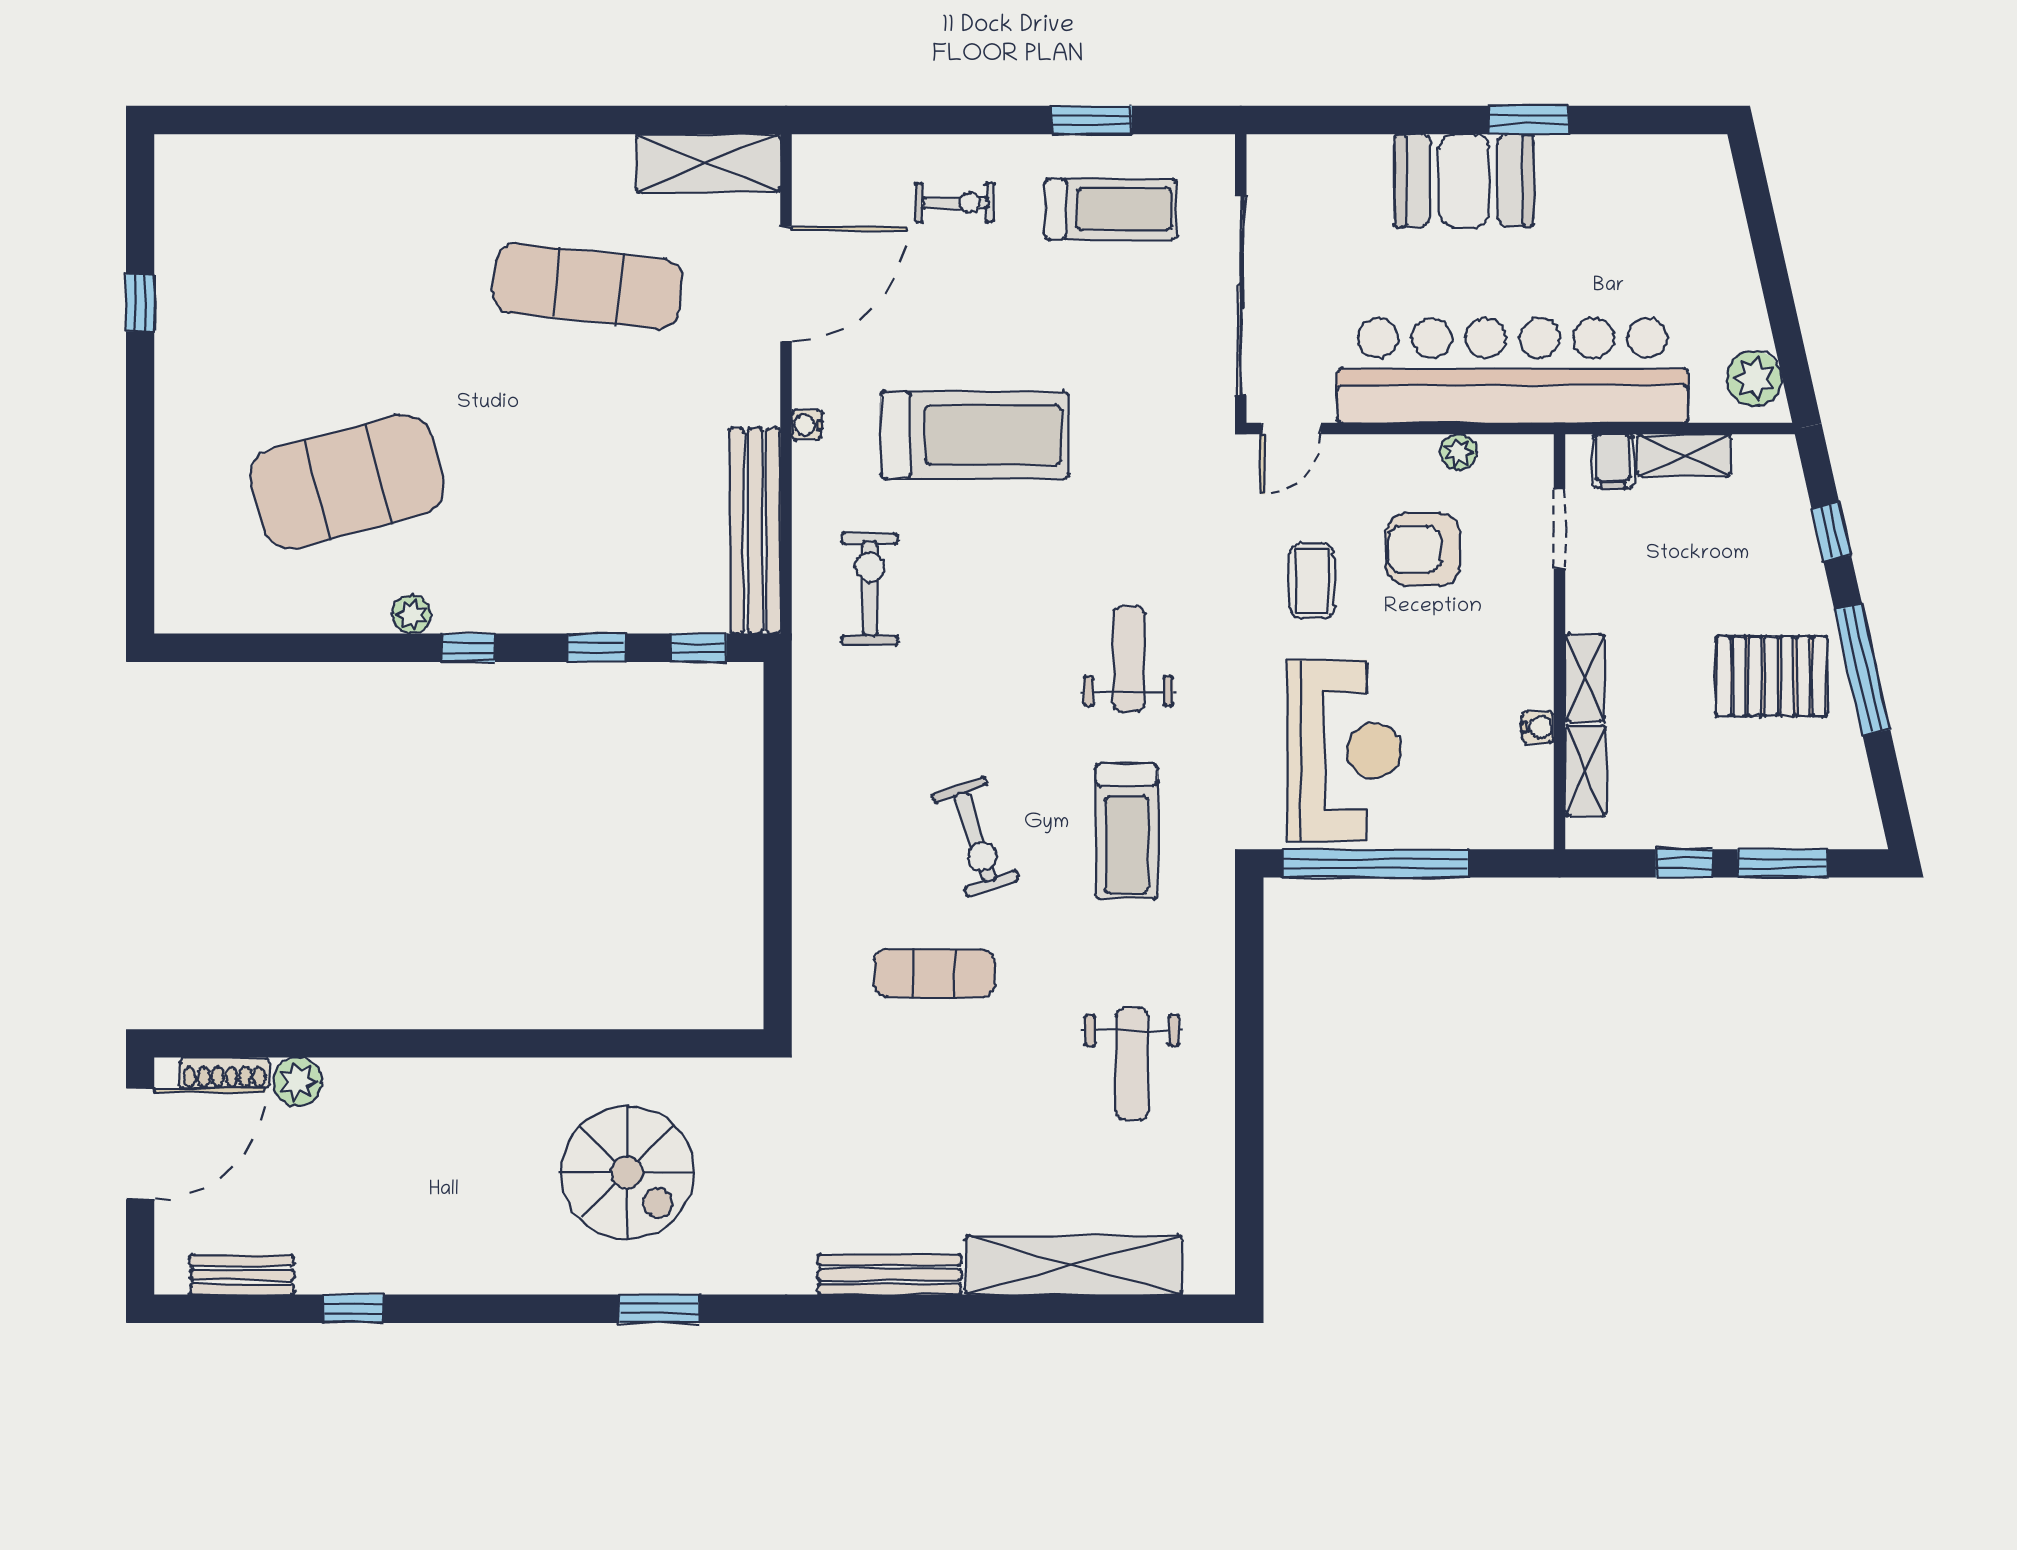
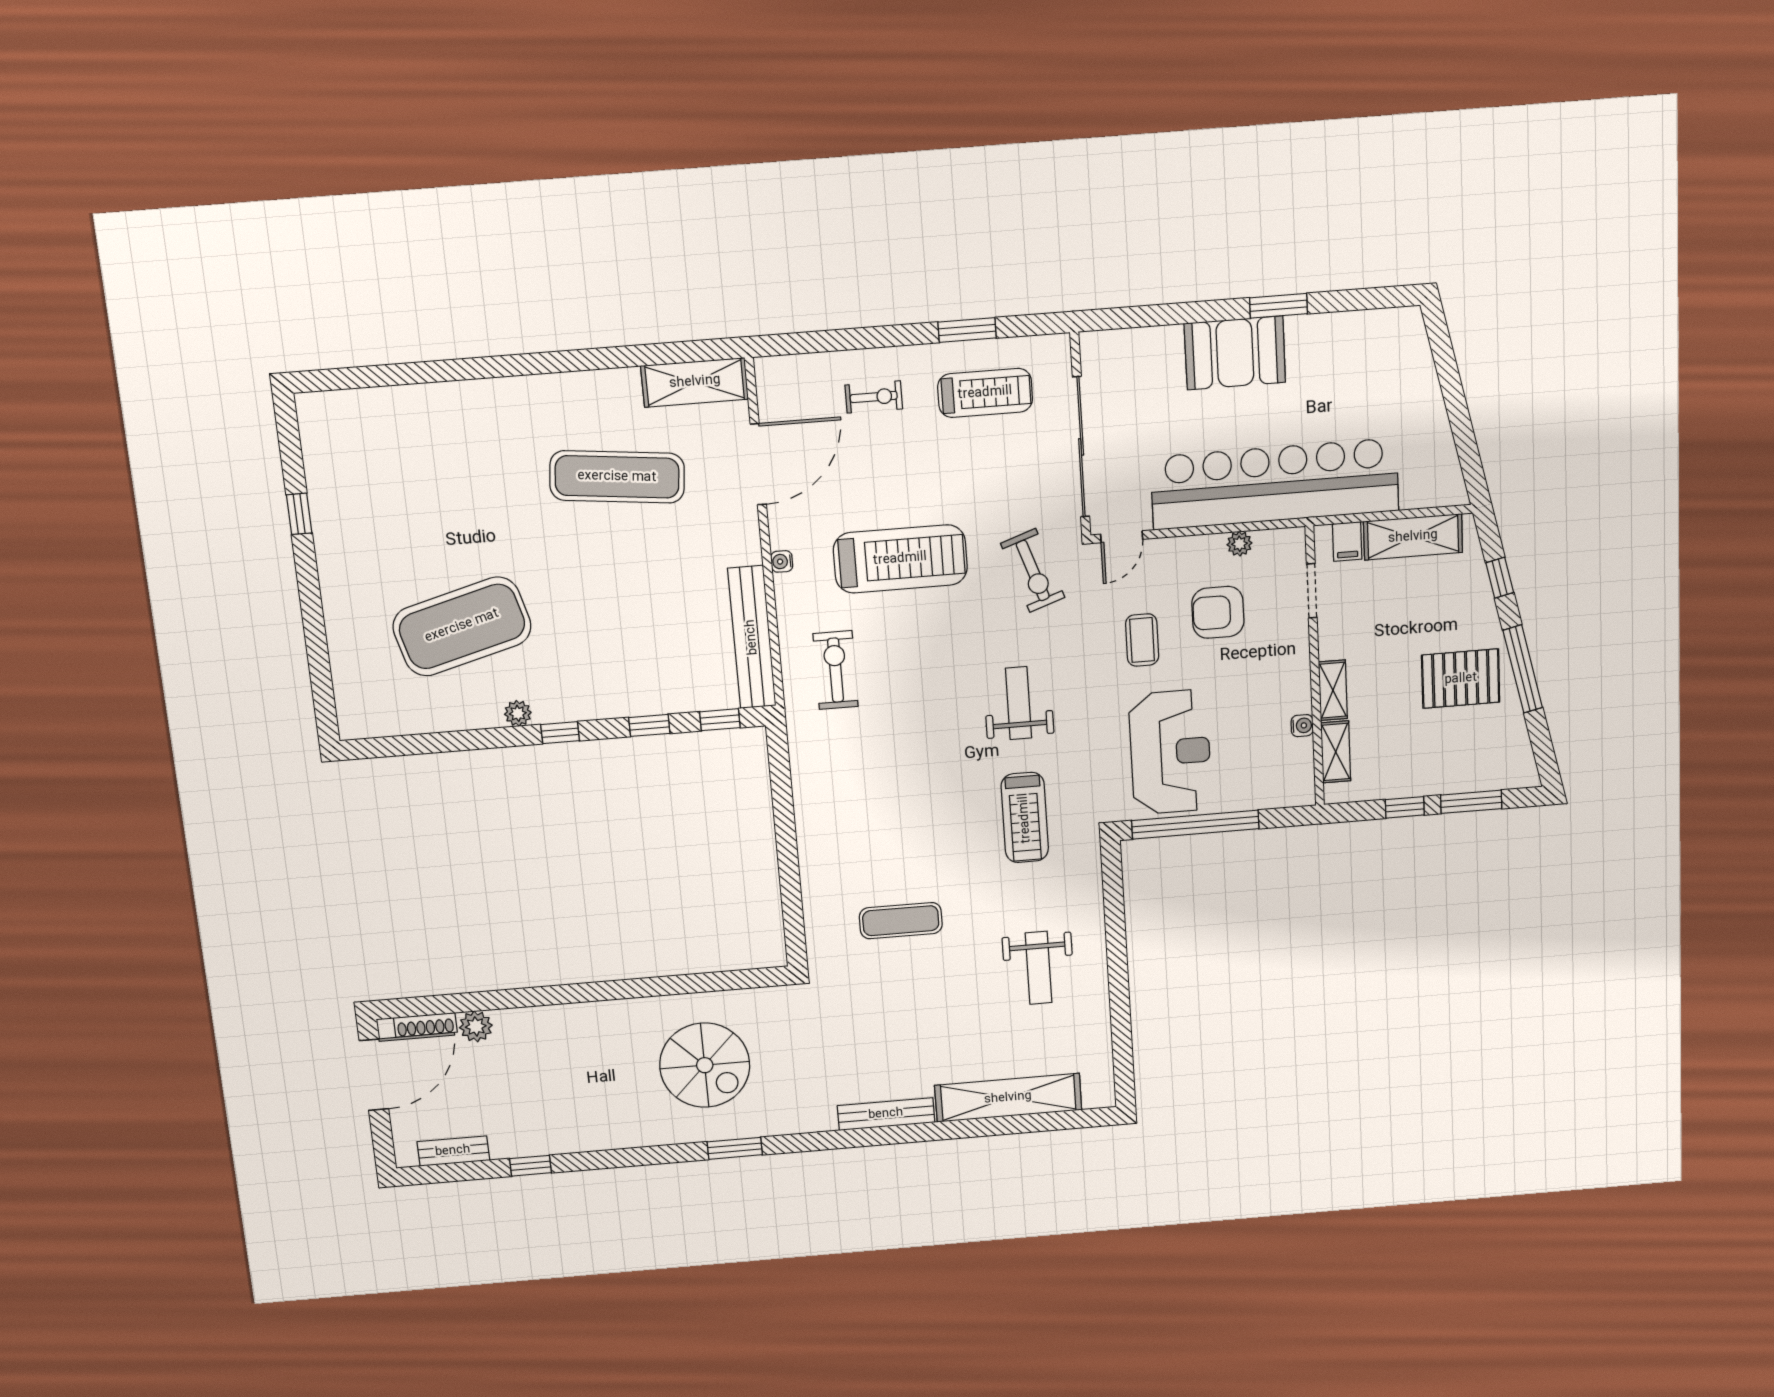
plant: (1754, 379) -> (1444, 476), removed
shelving: (1684, 455) -> (1413, 537), width x1.50, depth x1.33
exercise bike: (975, 837) -> (1033, 570), moved

